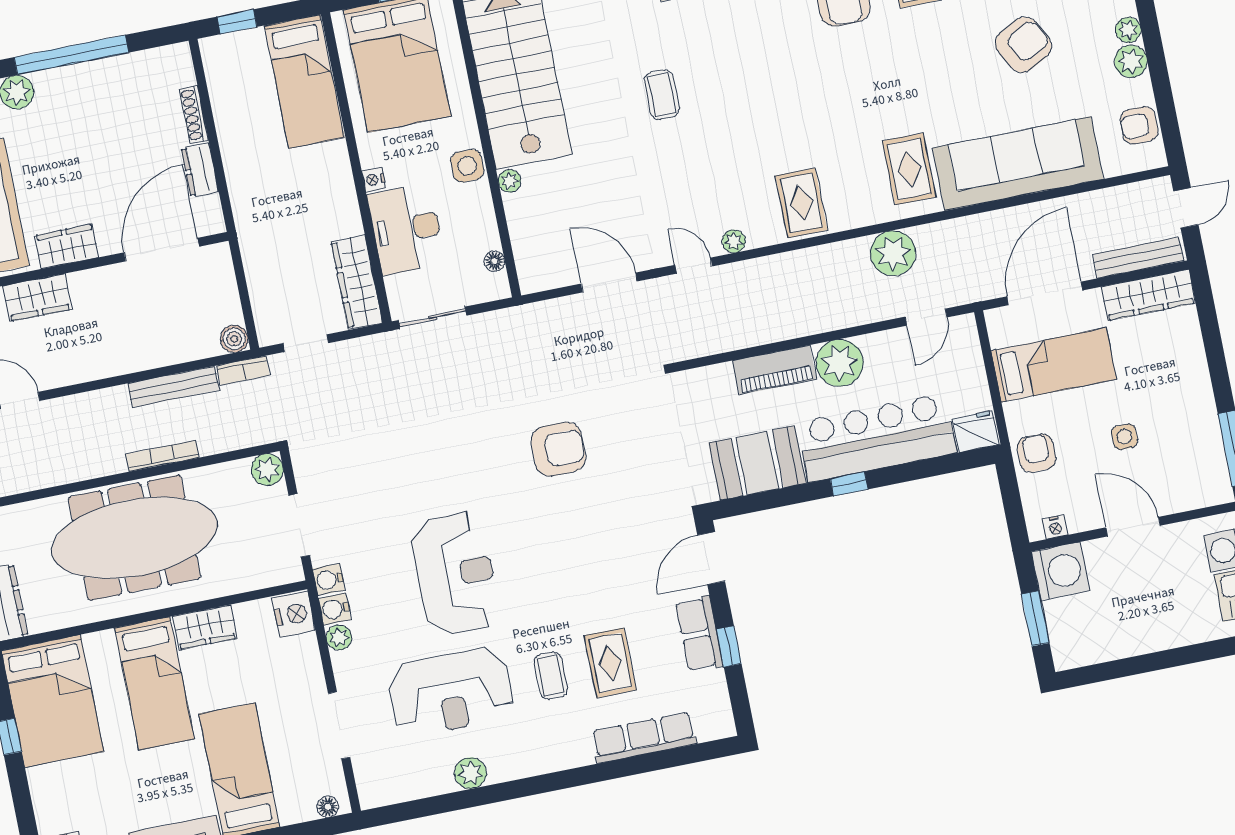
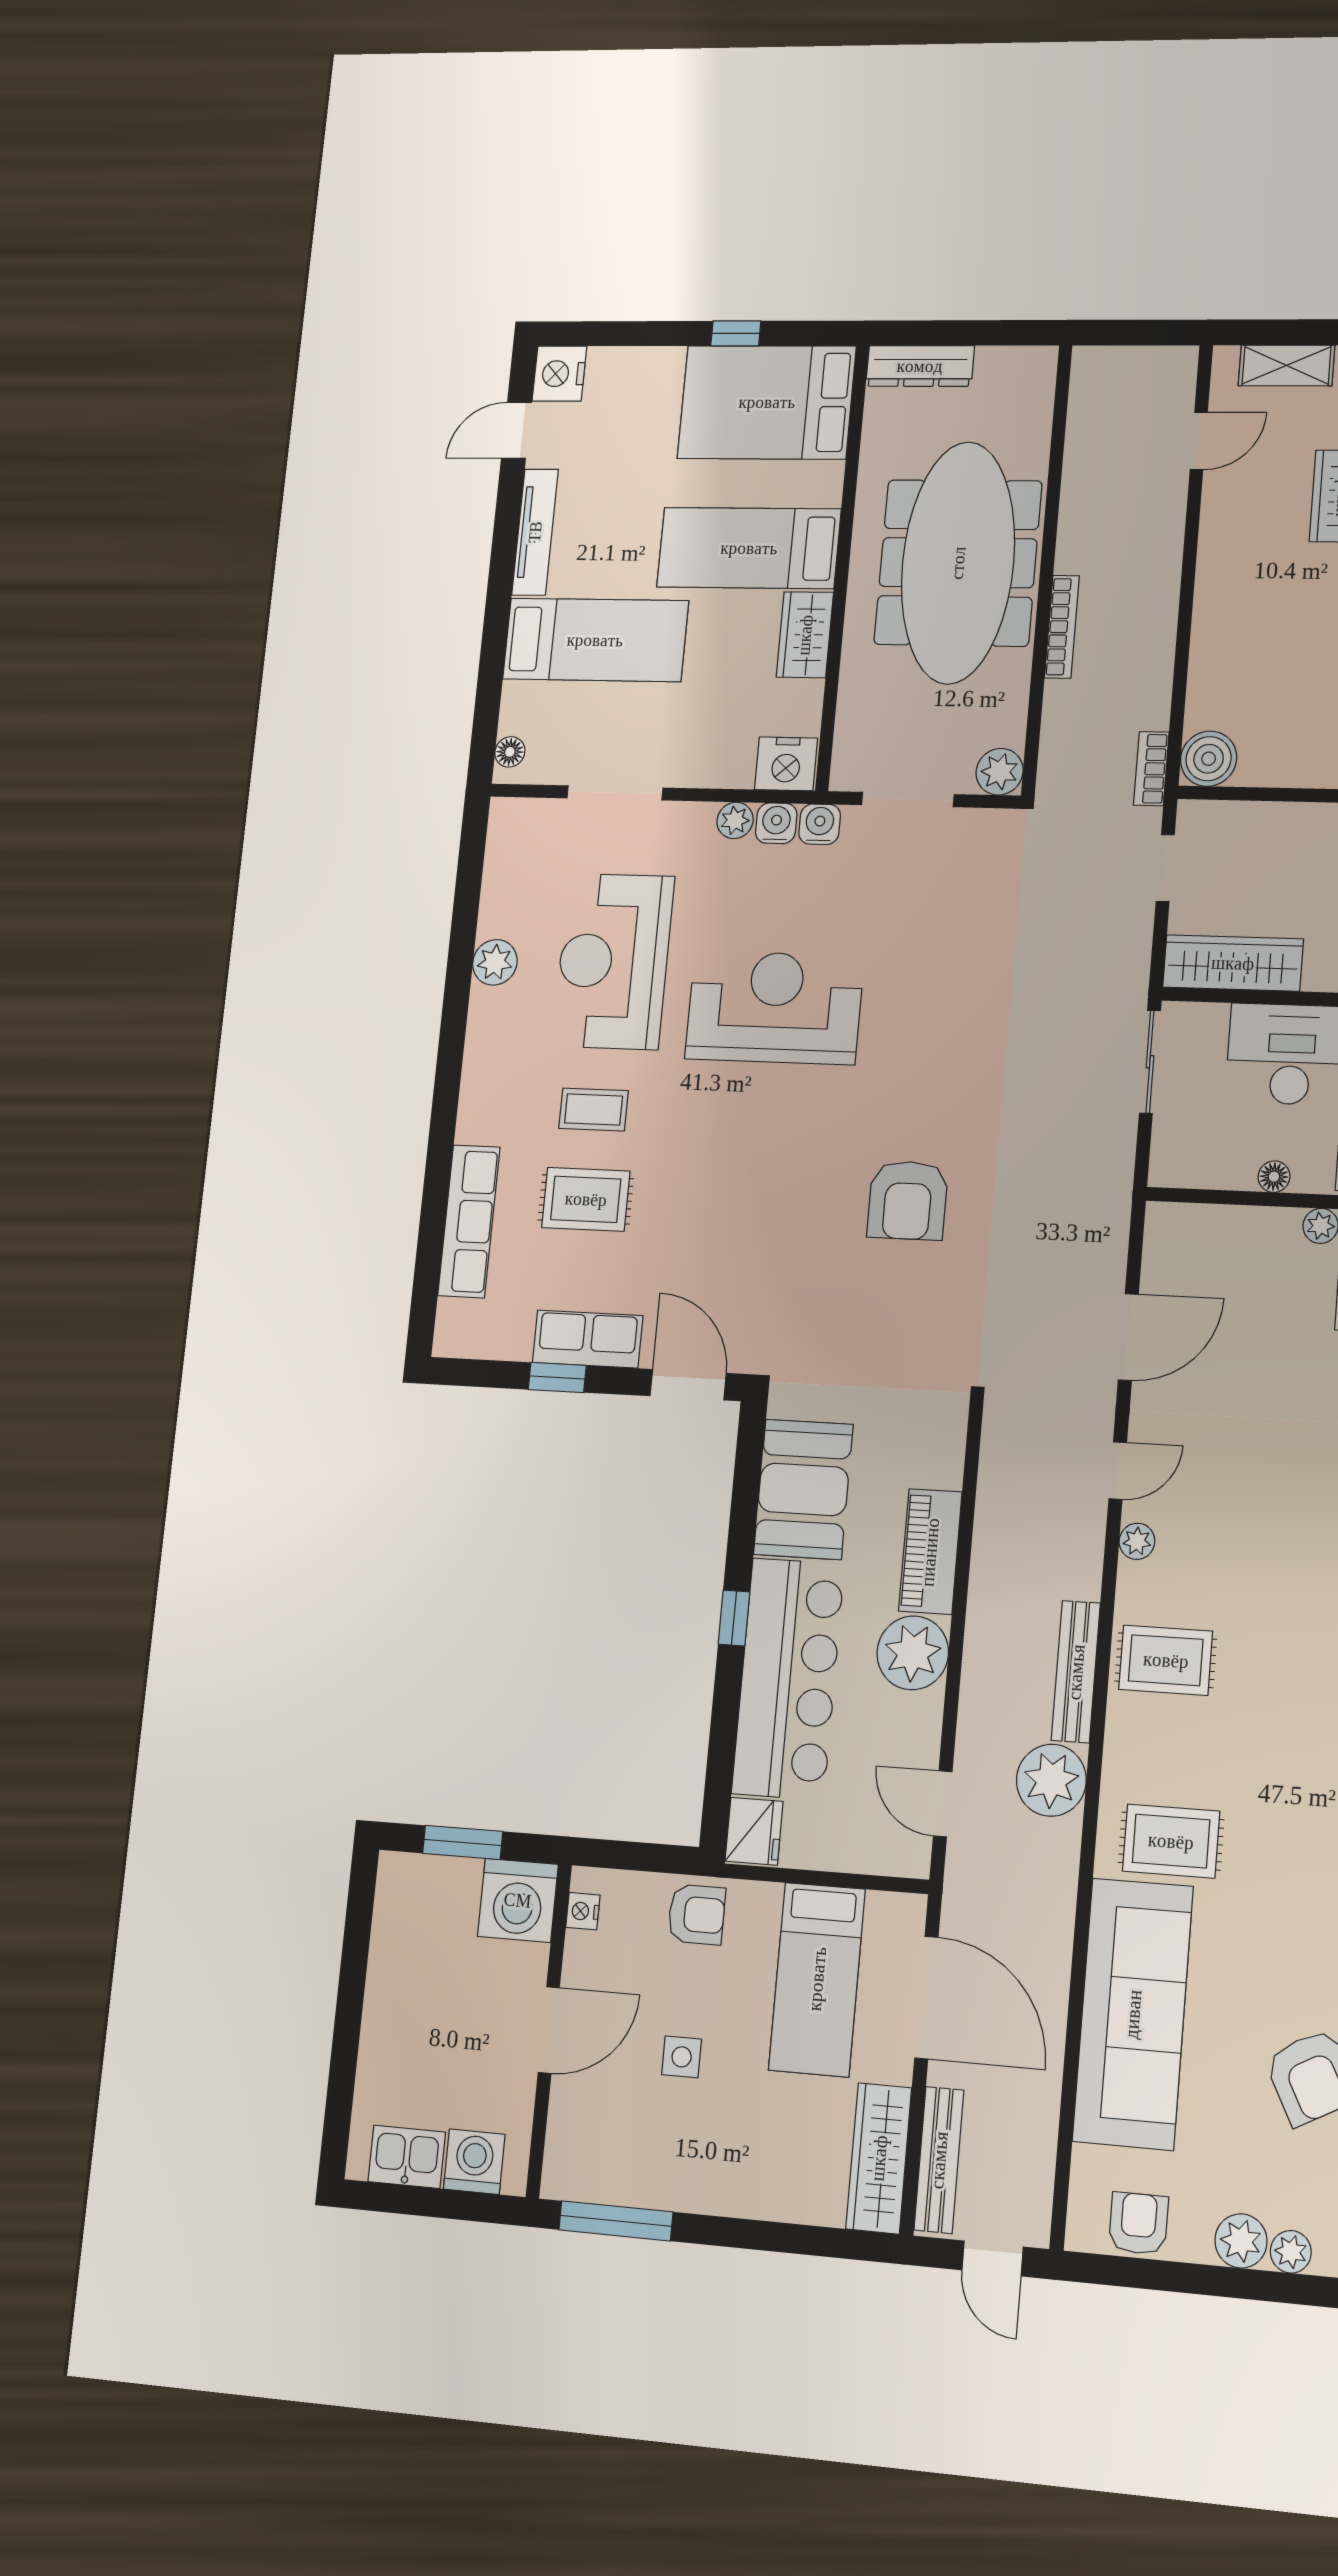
floor lamp: (495, 261) -> (1274, 1177), moved
boiler: (234, 339) -> (1209, 759), width x1.36, depth x1.36
bench: (173, 387) -> (1076, 1672), moved
reception desk: (456, 574) -> (774, 1007), turned 180

